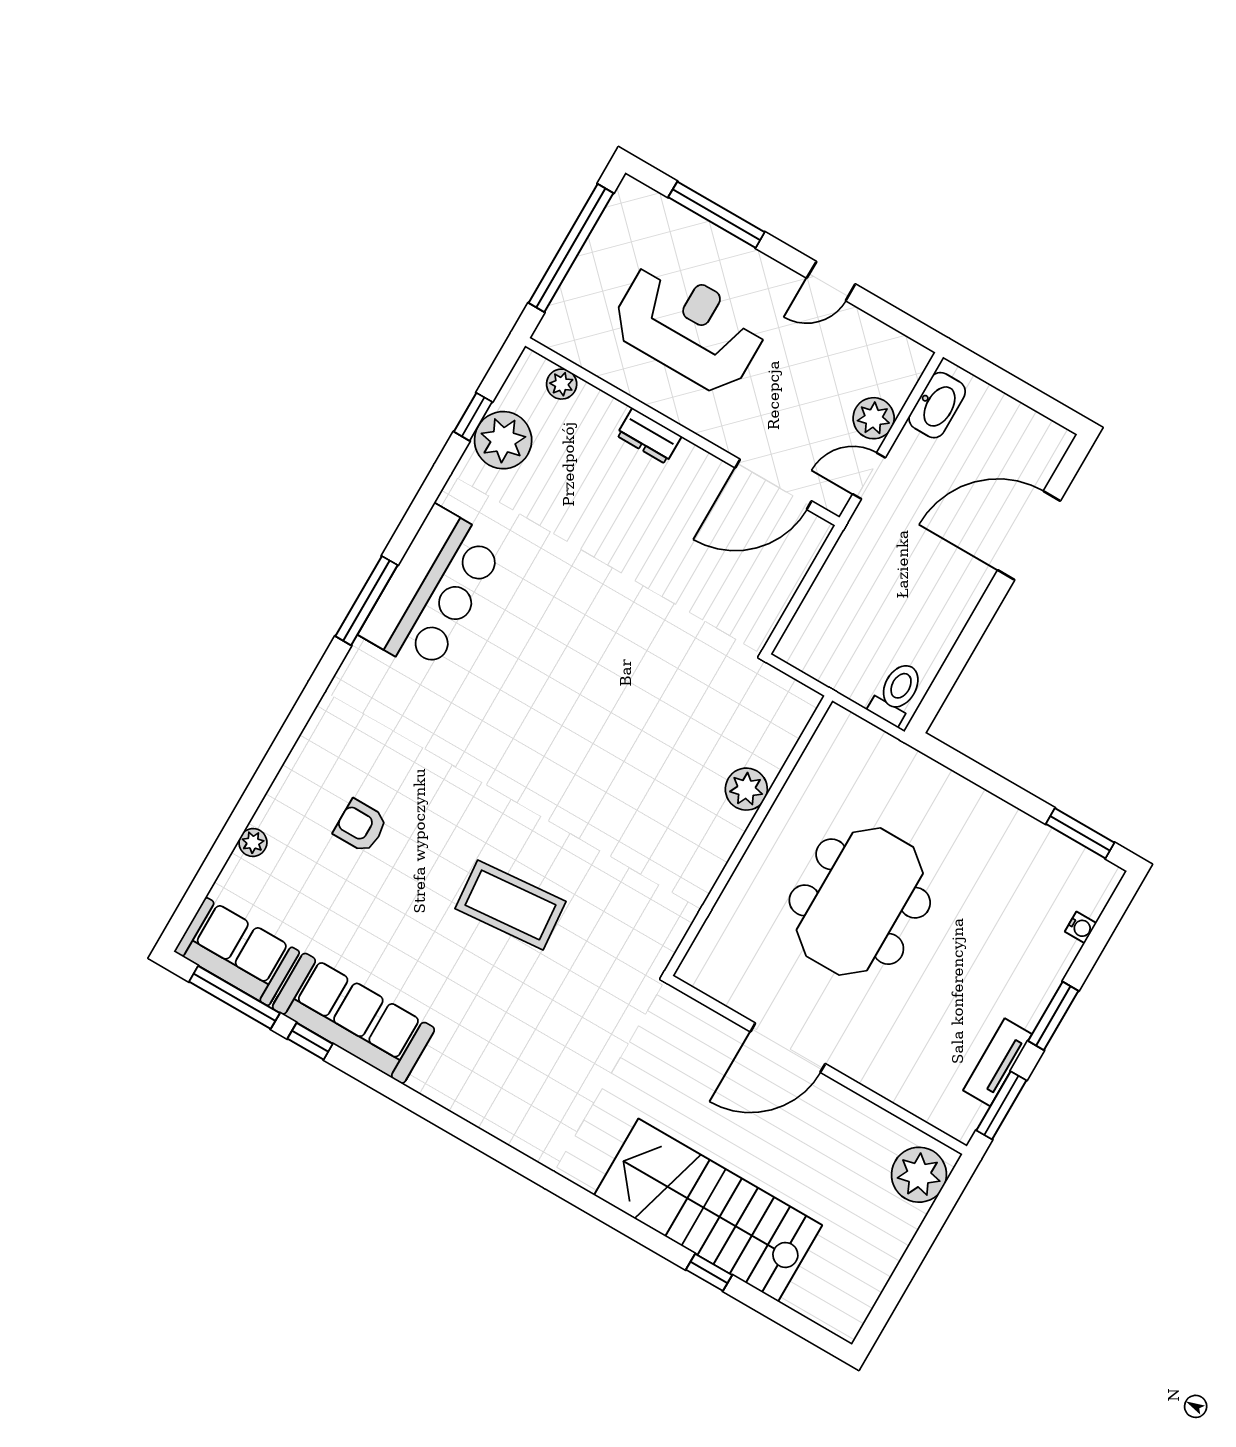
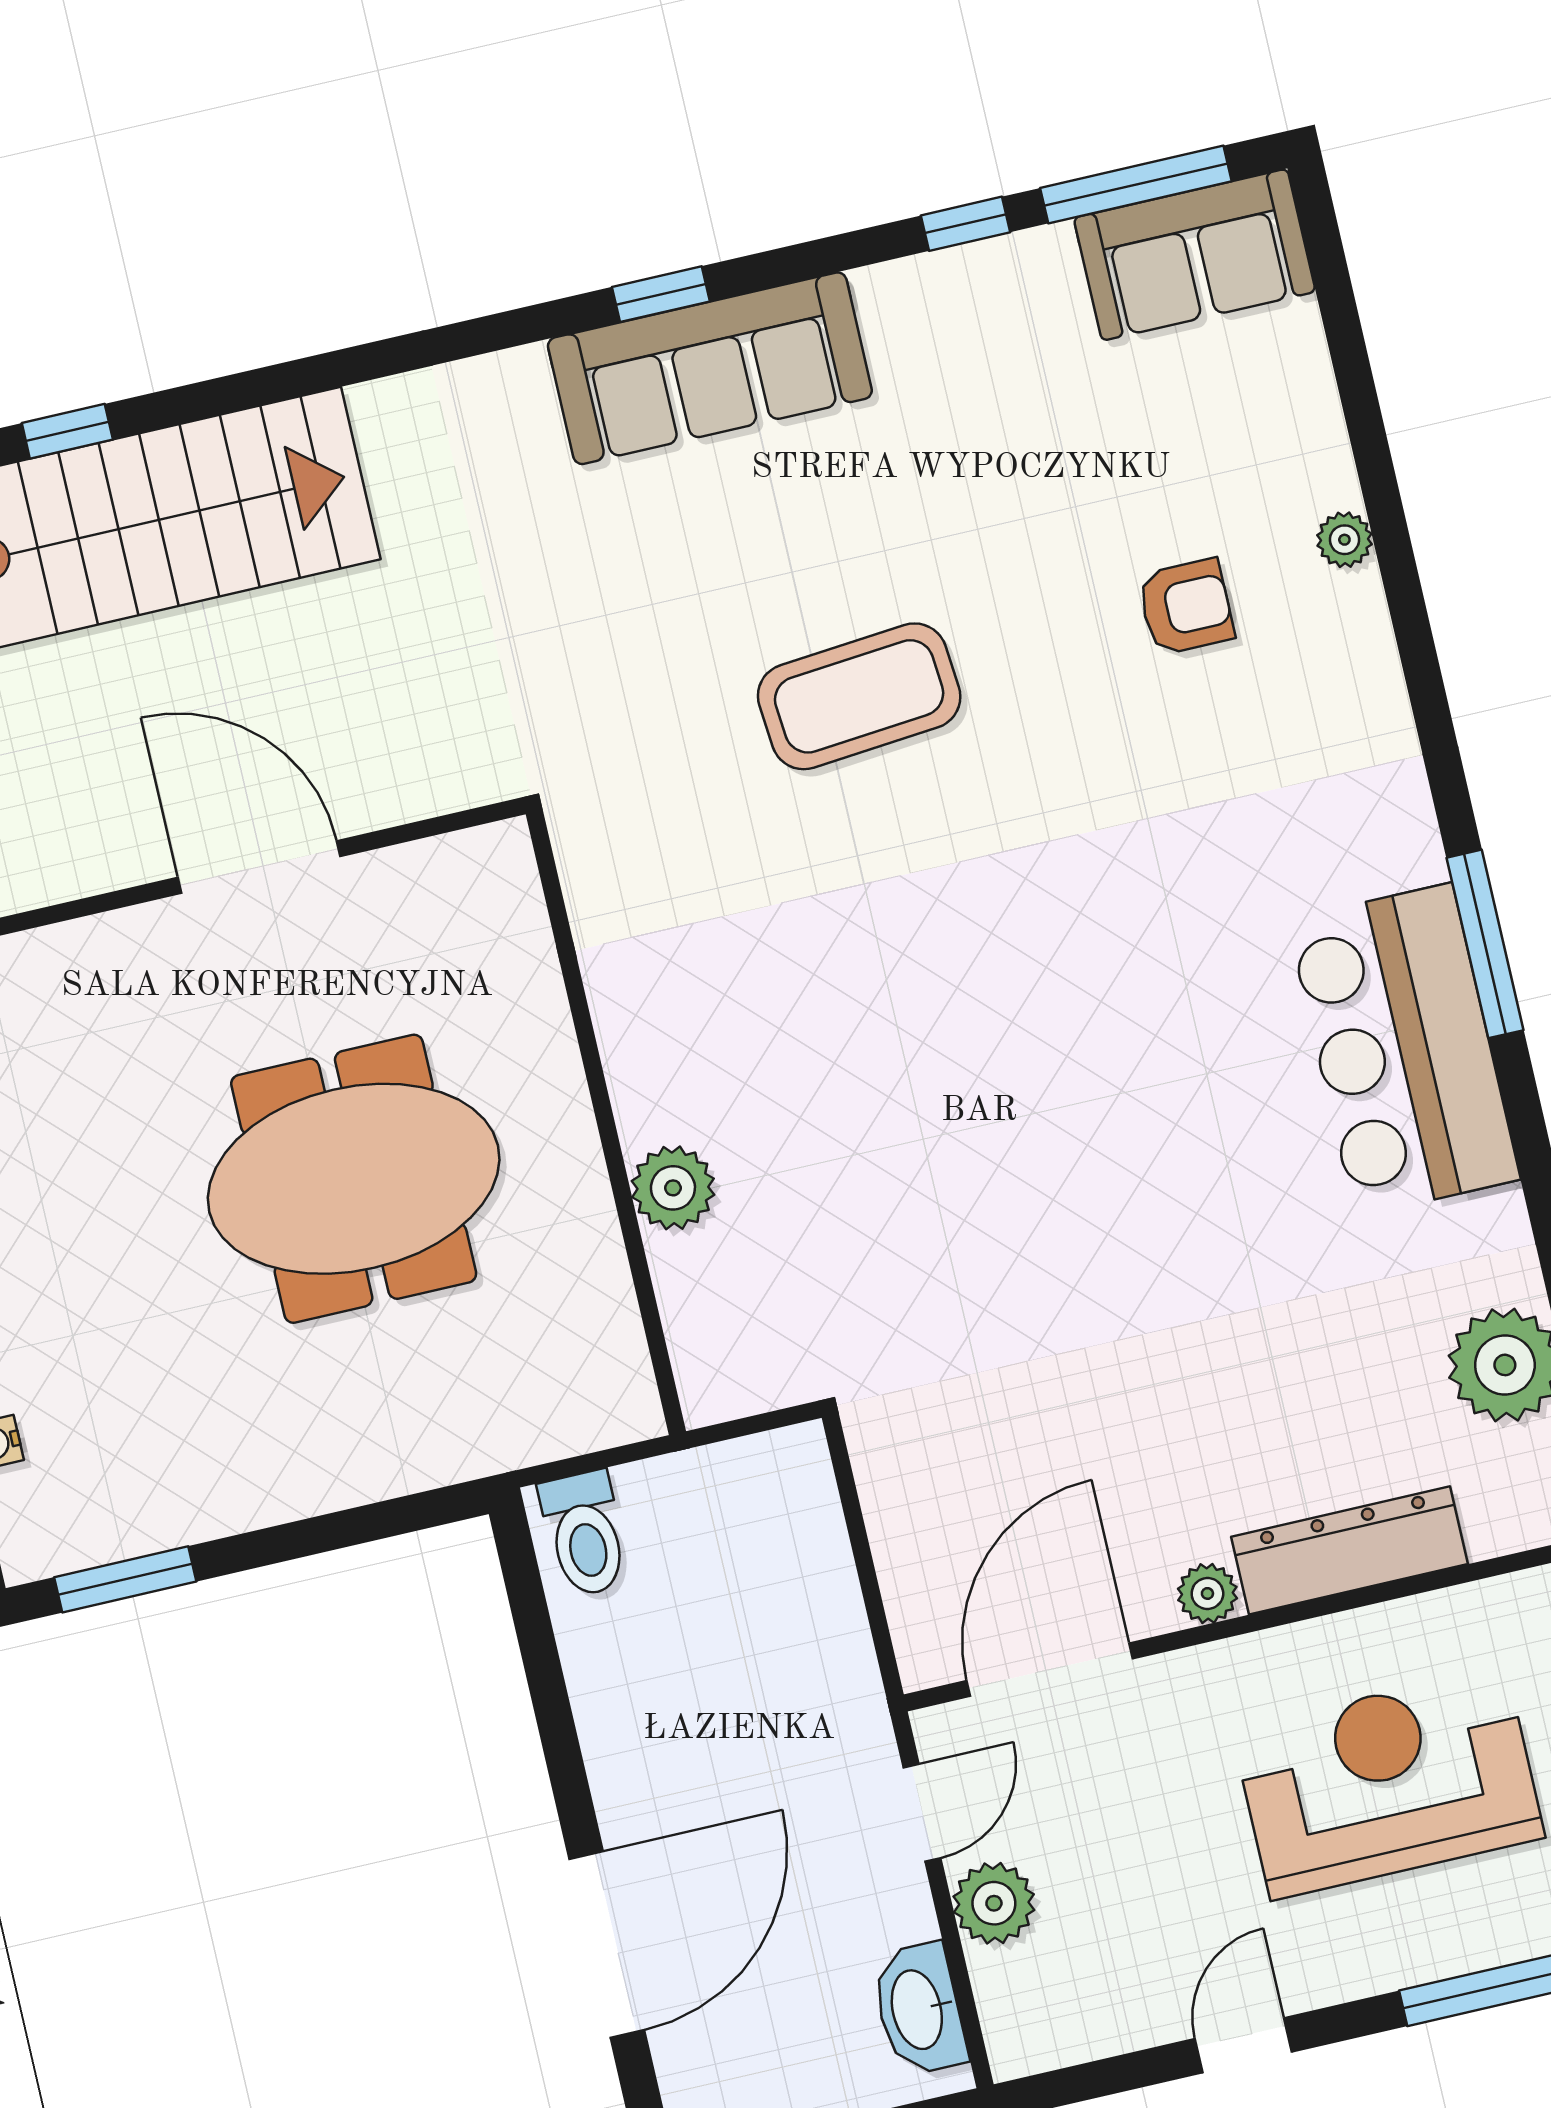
reception desk: (689, 327) -> (1388, 1783), turned 180
plant: (562, 384) -> (1207, 1593), moved
dresser: (649, 436) -> (1350, 1550), width x1.96, depth x1.24
plant: (253, 842) -> (1344, 540), moved
meeting table: (860, 902) -> (354, 1179), turned 90
sofa: (353, 1018) -> (710, 368), moved
door: (788, 1048) -> (259, 867), hinge flipped
window: (445, 1120) -> (661, 294), added

